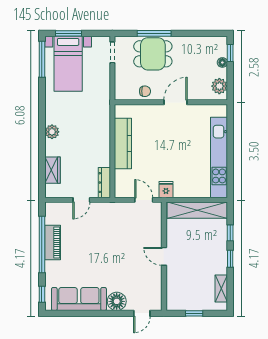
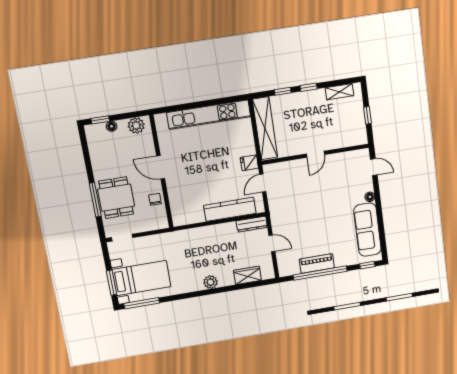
kitchen counter: (123, 144) -> (230, 209), moved
floor lamp: (117, 301) -> (370, 197), width x0.53, depth x0.53

